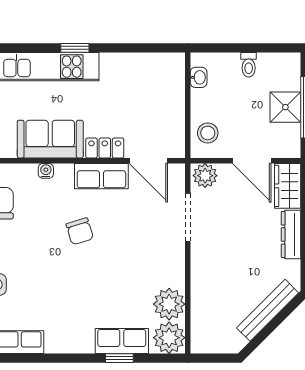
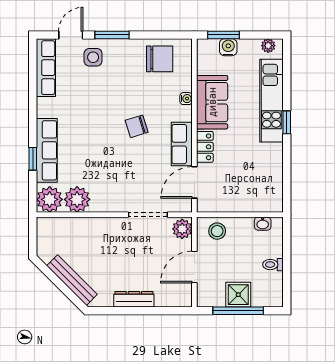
wardrobe: (288, 186) -> (174, 296), removed
row of seats: (122, 341) -> (47, 150), width x1.48

